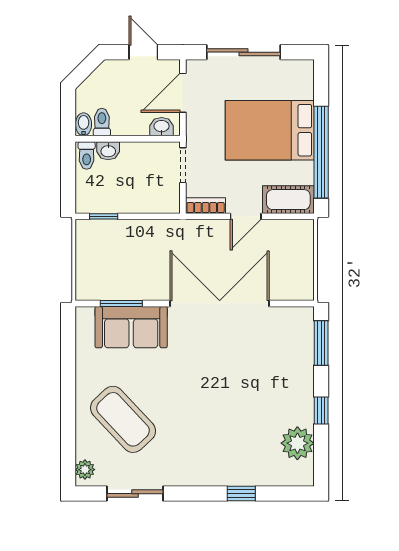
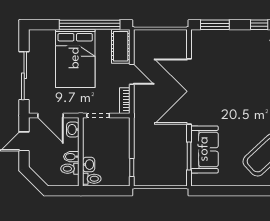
bidet: (84, 124) -> (71, 157), moved

